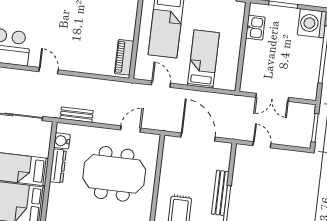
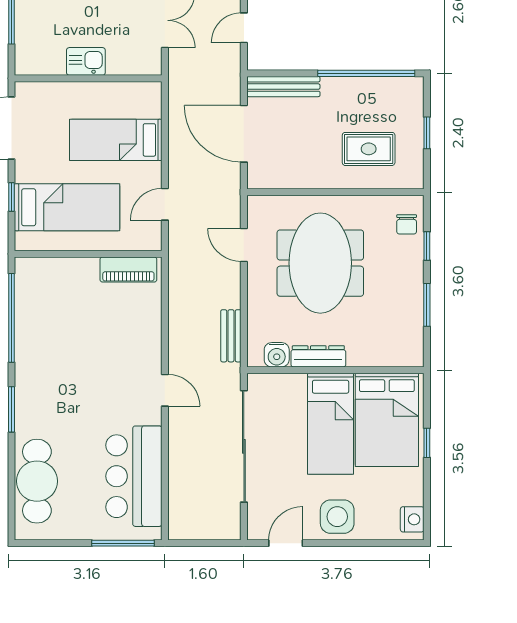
kitchen sink: (255, 28) -> (86, 61), moved
door: (48, 71) -> (165, 390), swing flipped
door: (198, 137) -> (244, 134), hinge flipped
bench: (220, 193) -> (283, 87), moved

